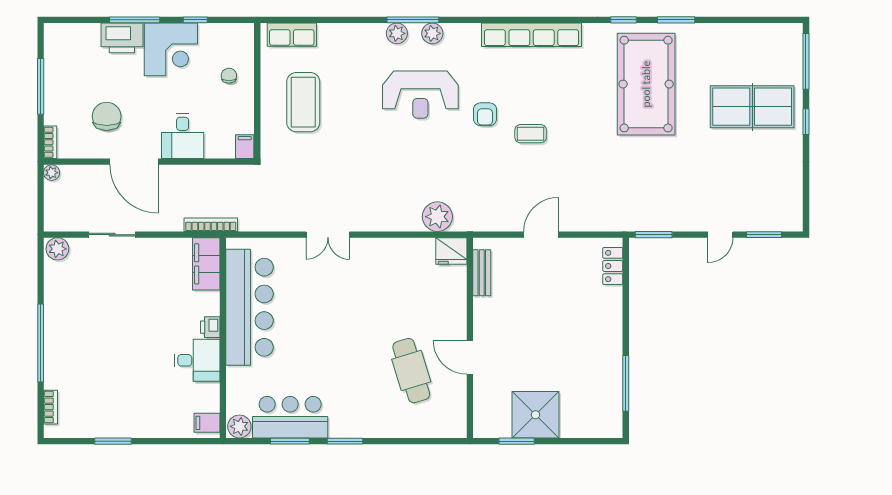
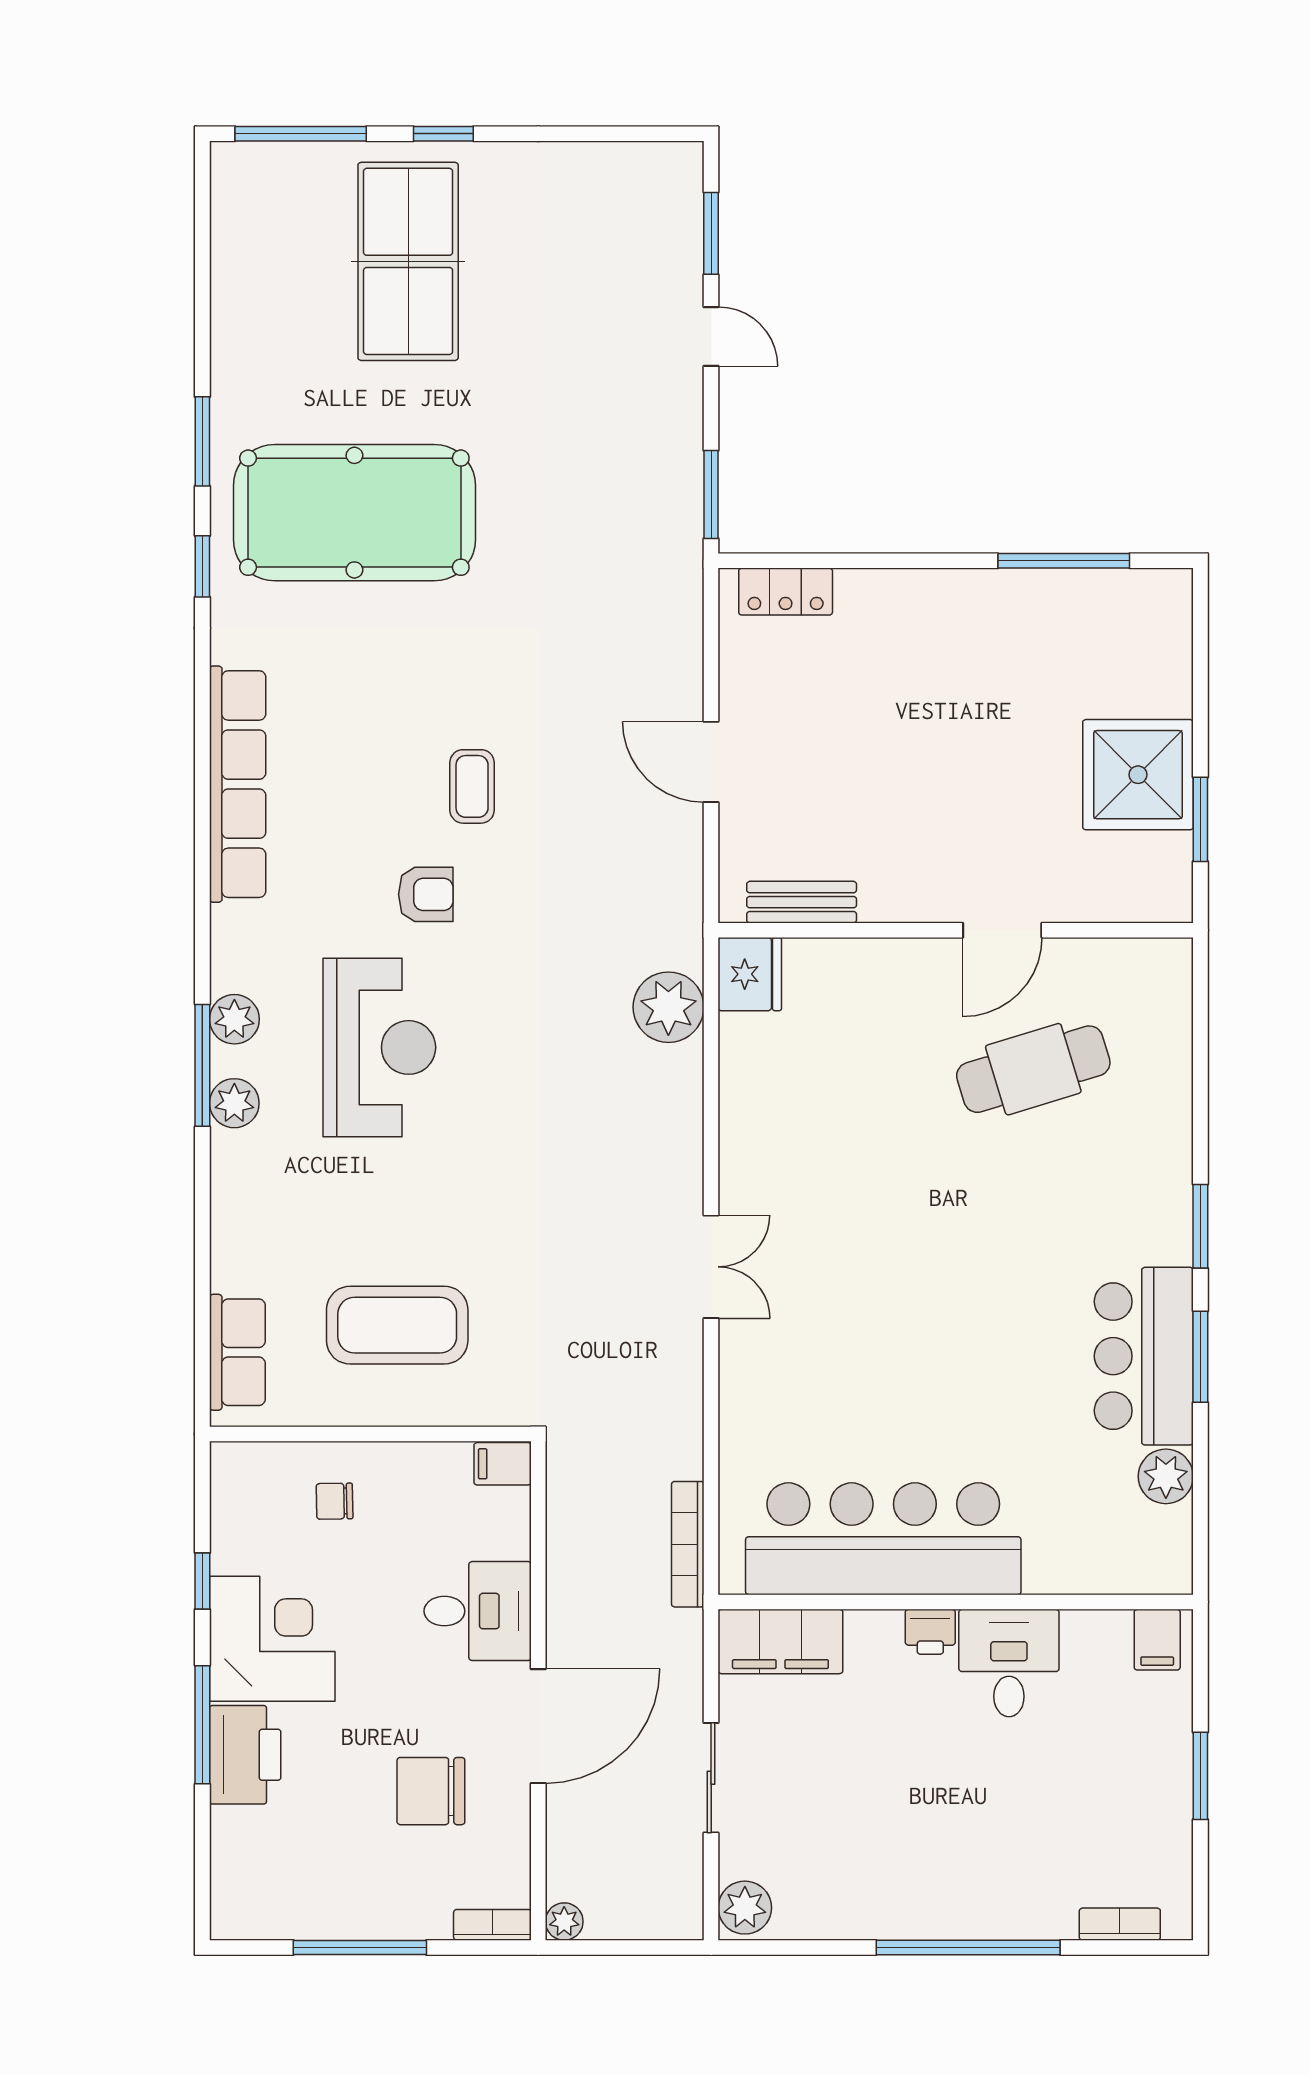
filing cabinet: (206, 264) -> (780, 1641), moved
bar counter: (250, 307) -> (883, 1539), moved
printer: (210, 327) -> (930, 1632), moved
wall: (223, 338) -> (956, 1602), moved
desk: (197, 360) -> (1009, 1663), moved
filing cabinet: (207, 423) -> (1157, 1640), moved

